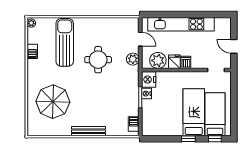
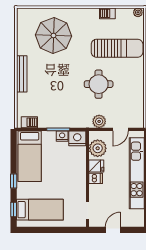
bed: (194, 112) -> (30, 156), moved, turned 90

